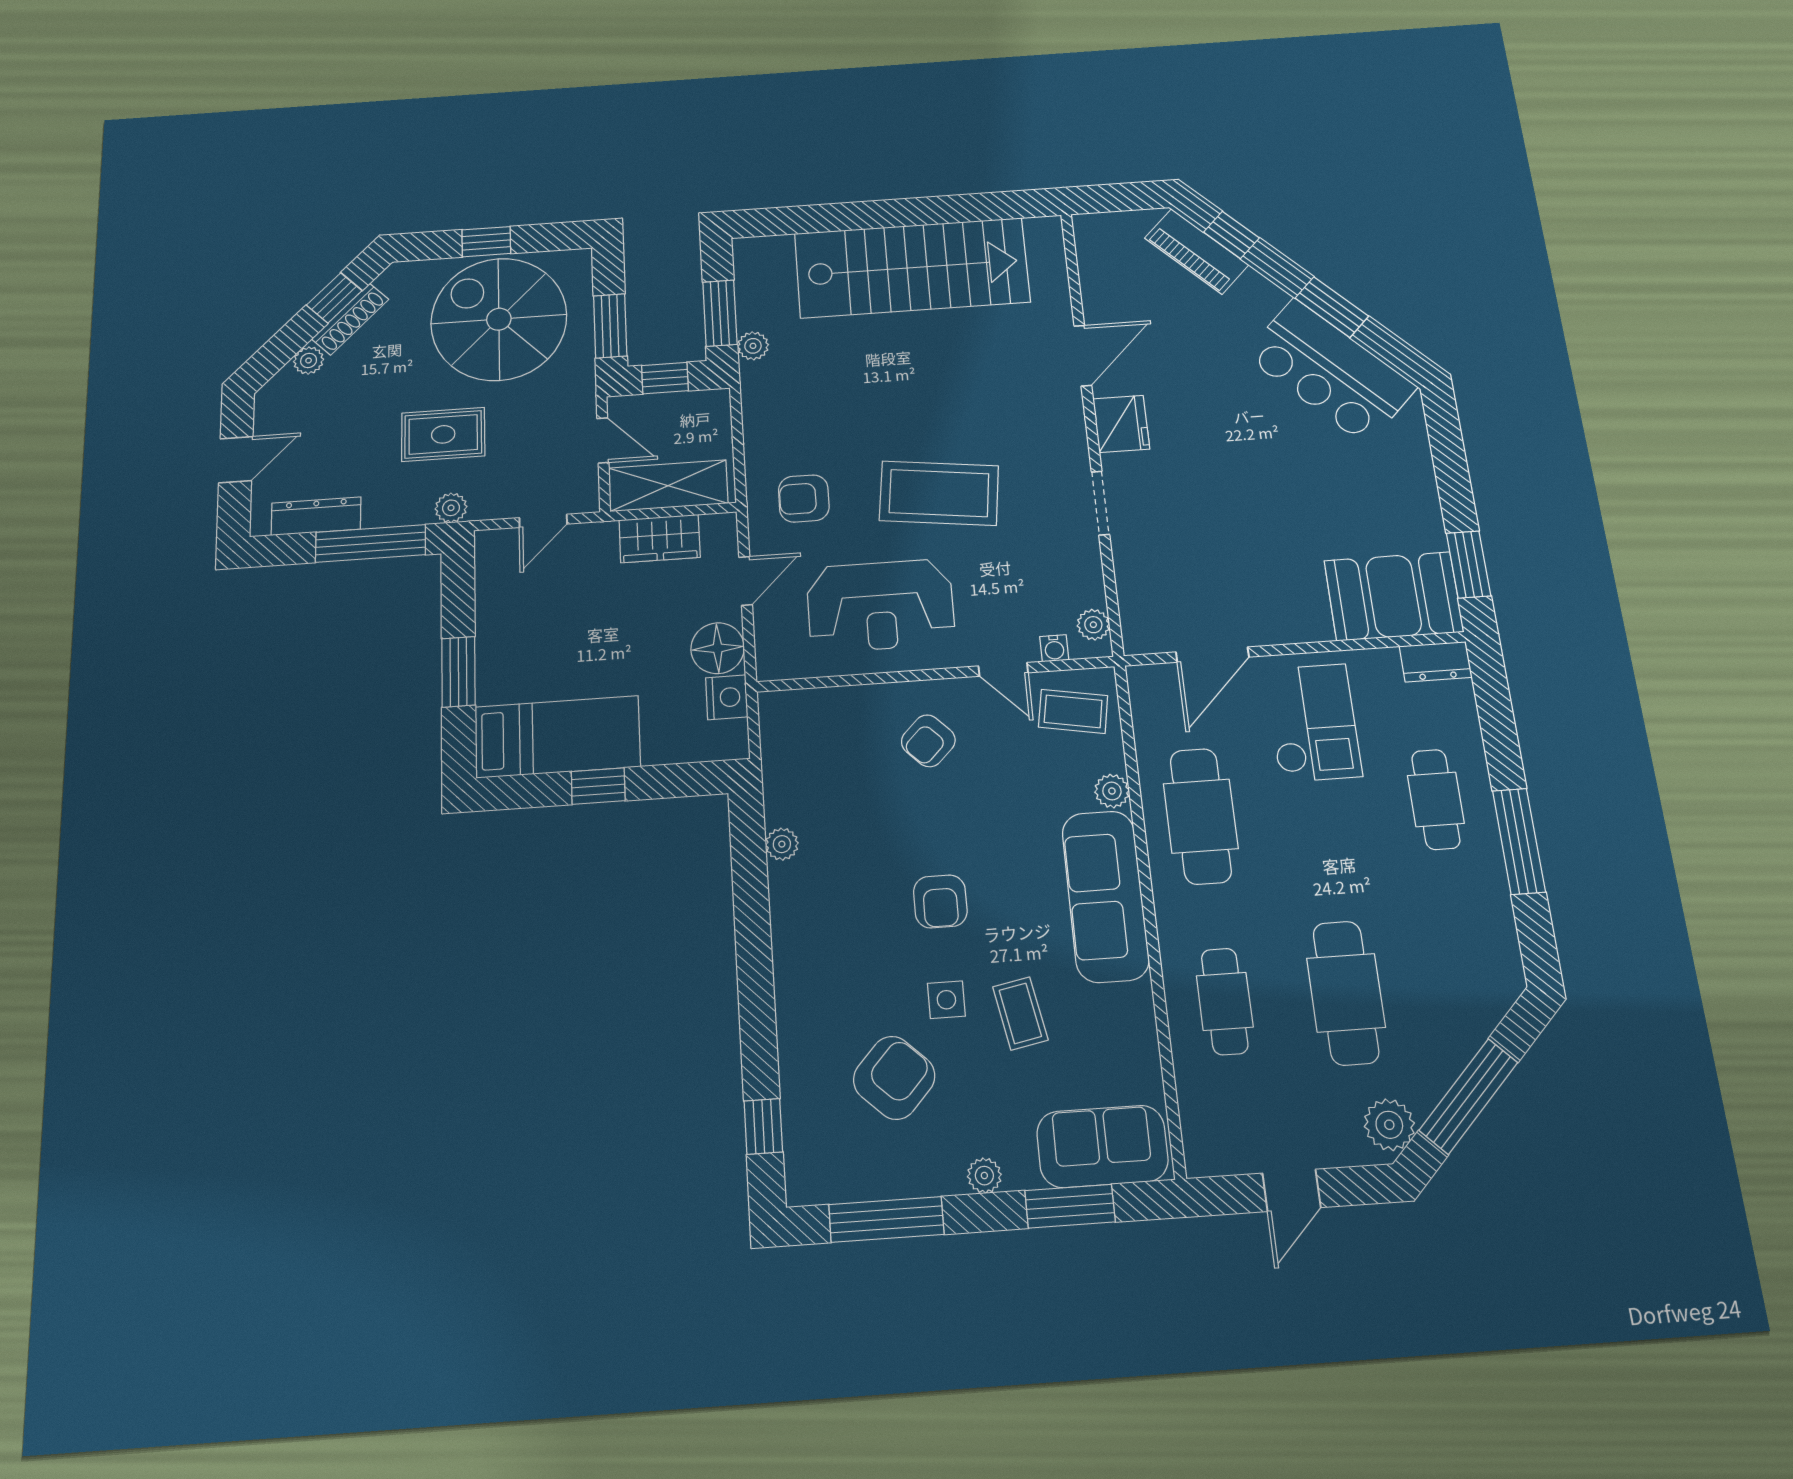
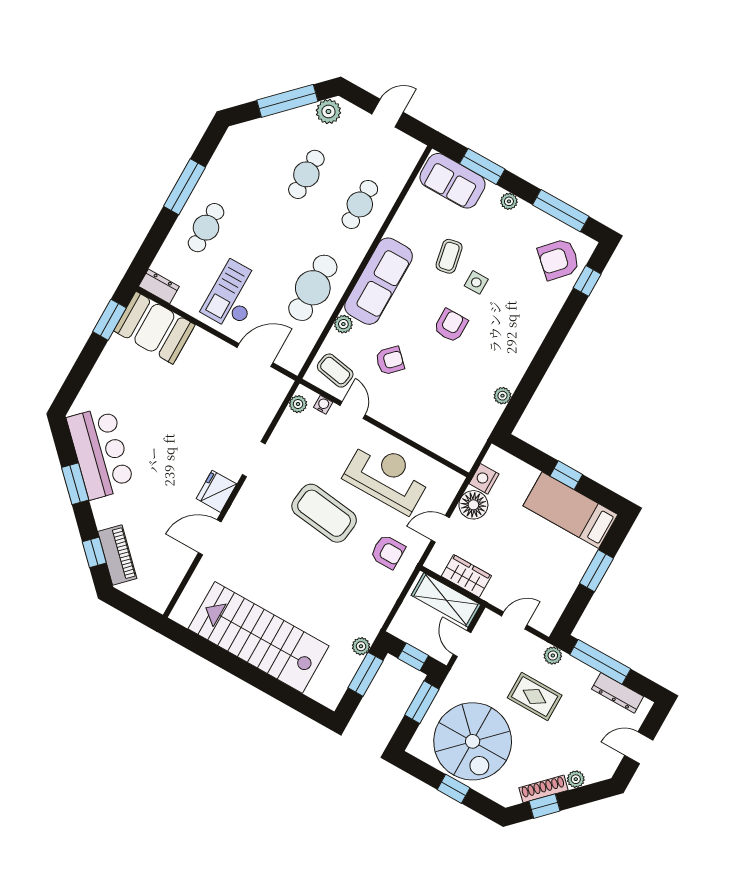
armchair: (928, 741) -> (390, 361), moved
cafe table: (1346, 993) -> (306, 174), width x0.73, depth x0.74
armchair: (894, 1078) -> (559, 259), moved

